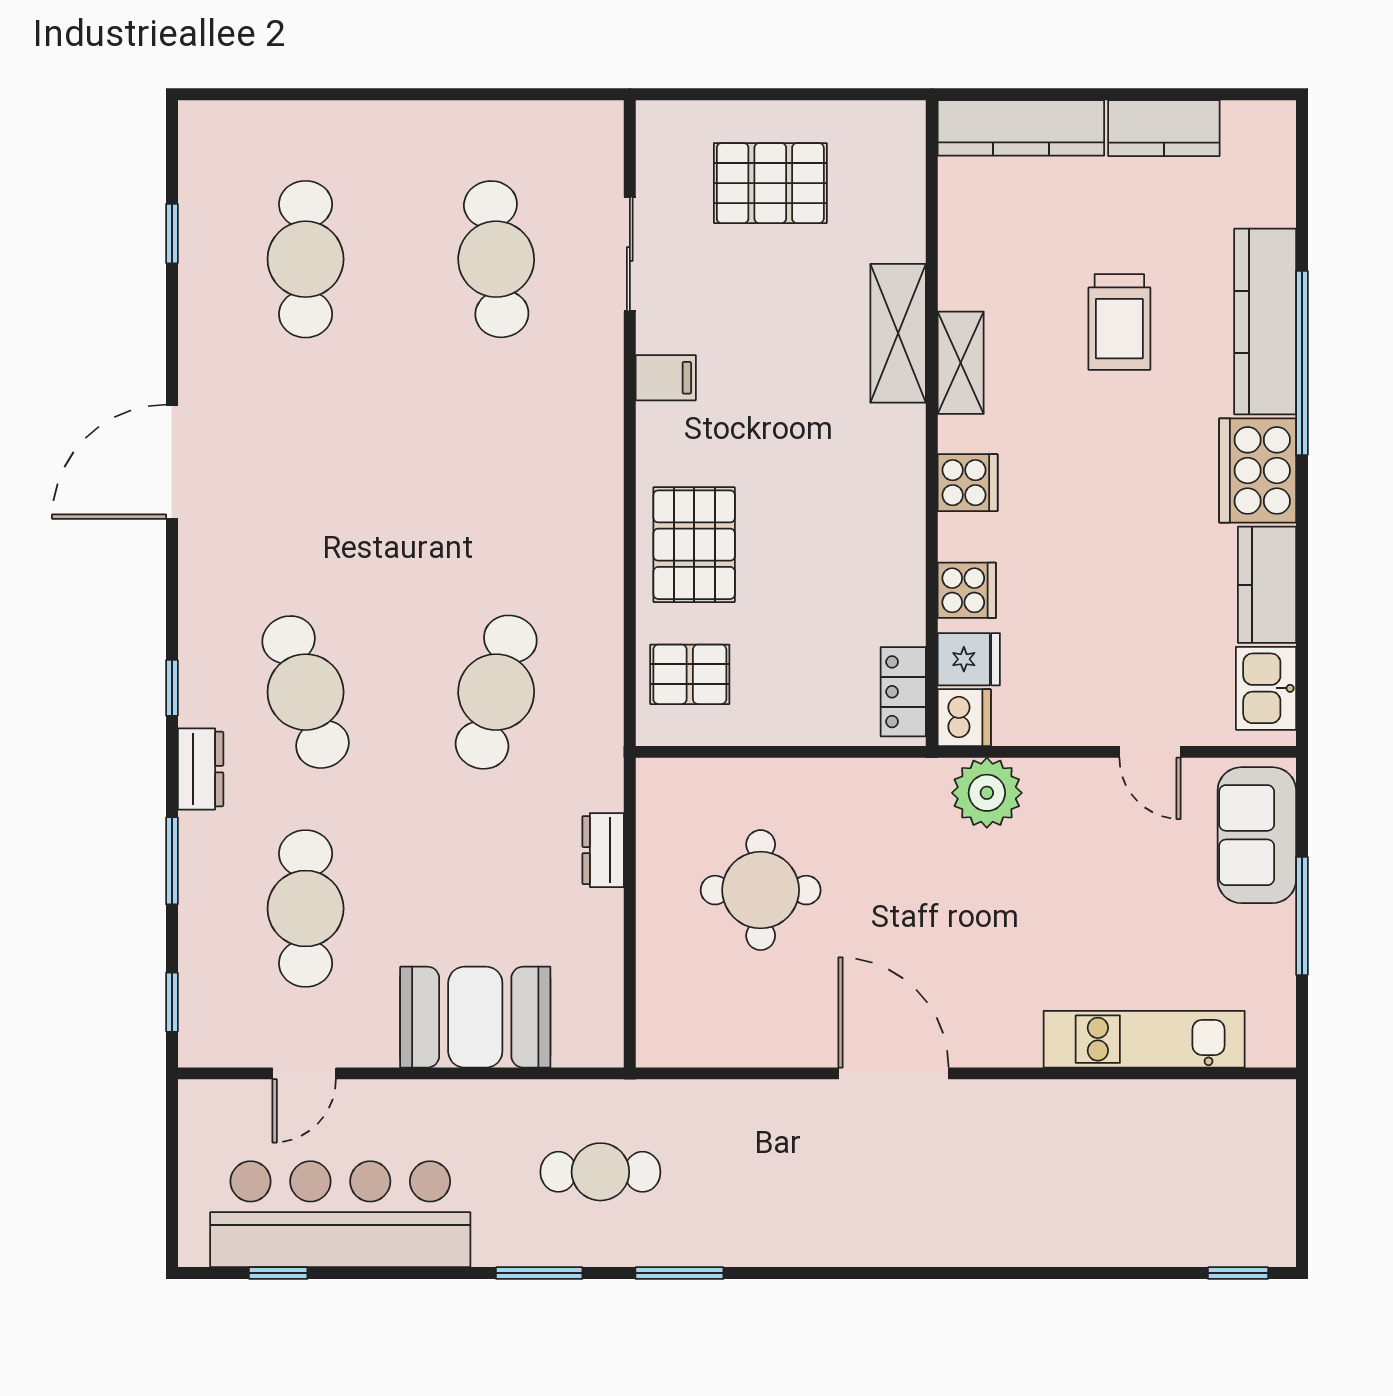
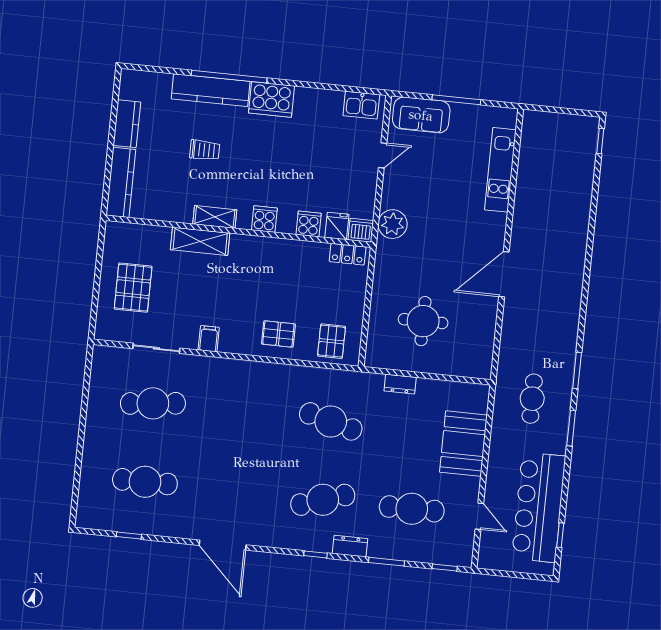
trolley: (1119, 322) -> (205, 150), width x0.73, depth x0.72
pallet: (694, 545) -> (278, 334), width x0.67, depth x0.71
kitchen counter: (1267, 585) -> (319, 100), removed

